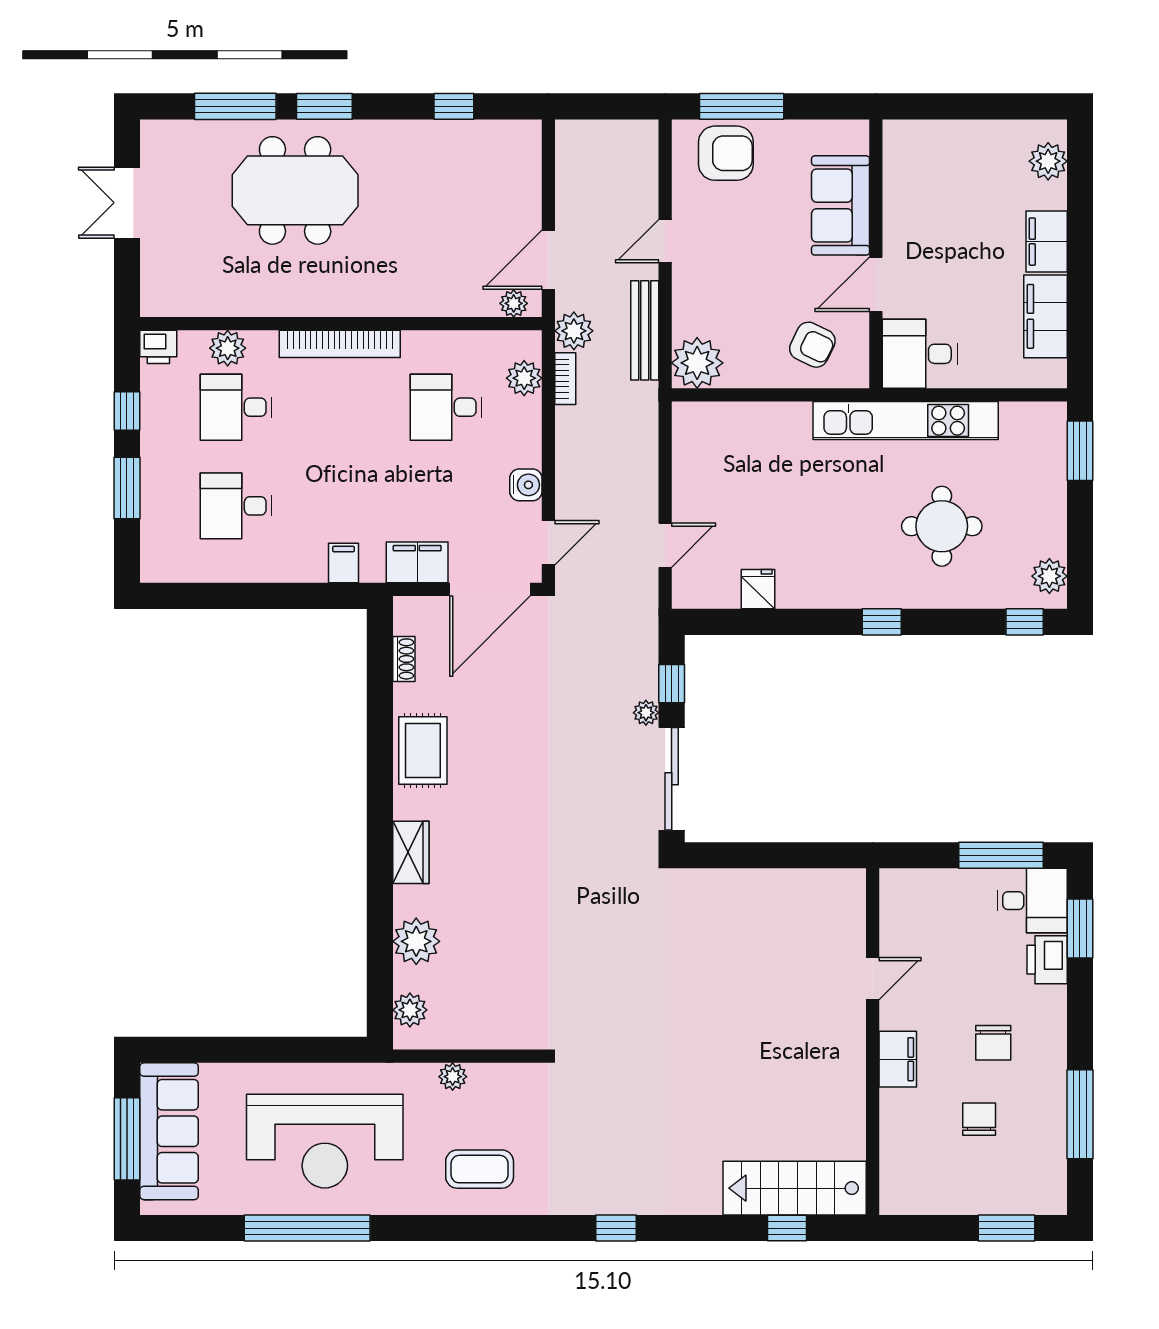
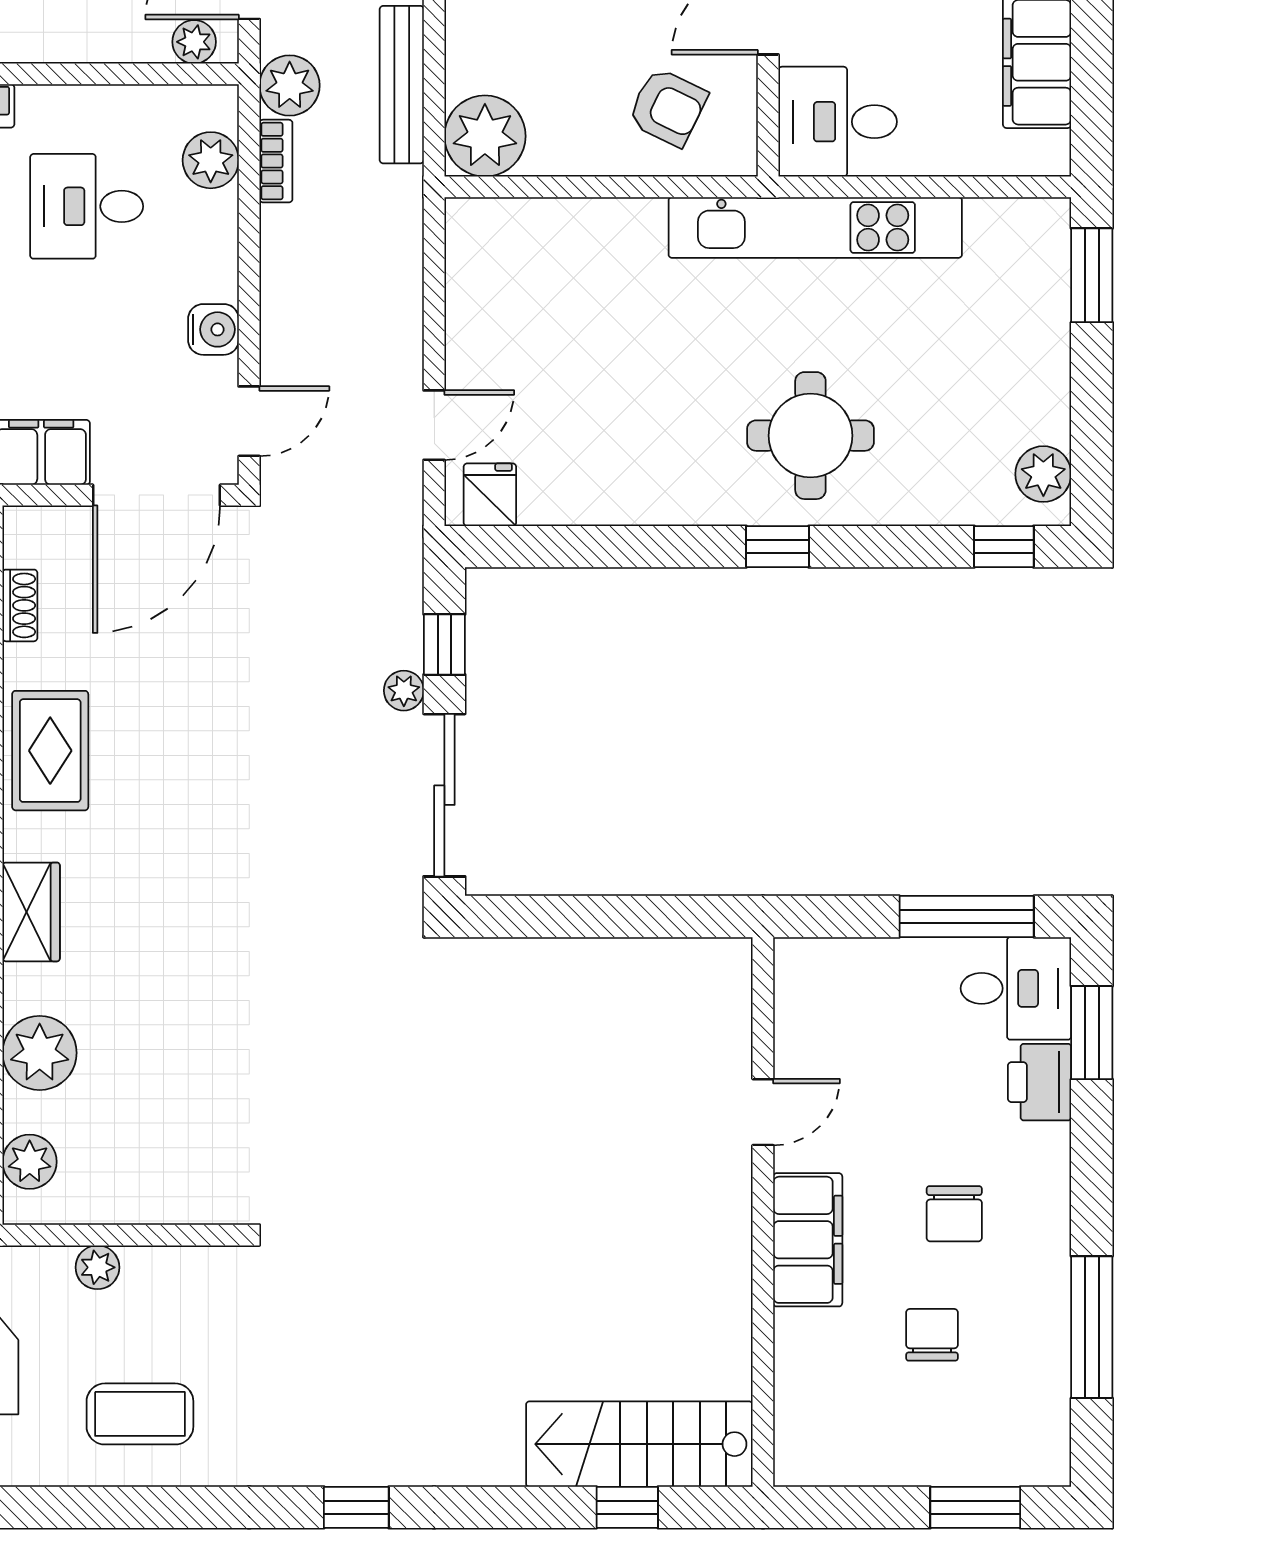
round table: (942, 526) -> (810, 436), moved
fridge: (758, 589) -> (490, 495), moved
filing cabinet: (898, 1059) -> (808, 1240), width x1.50, depth x1.17

